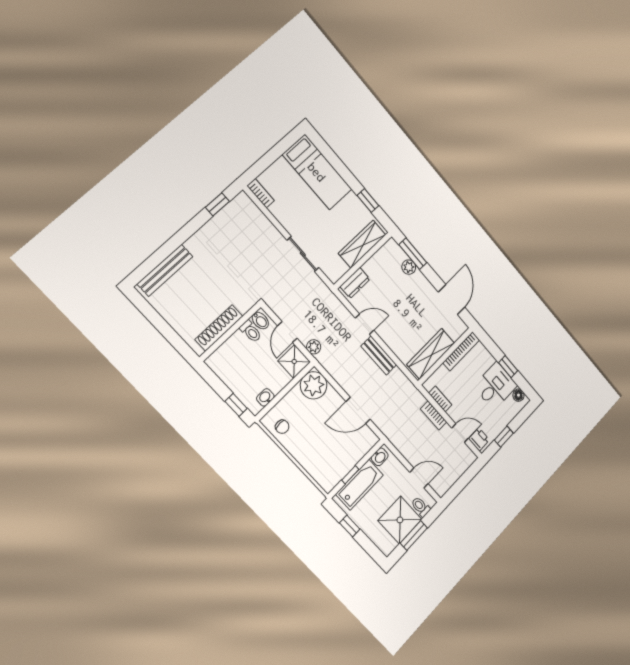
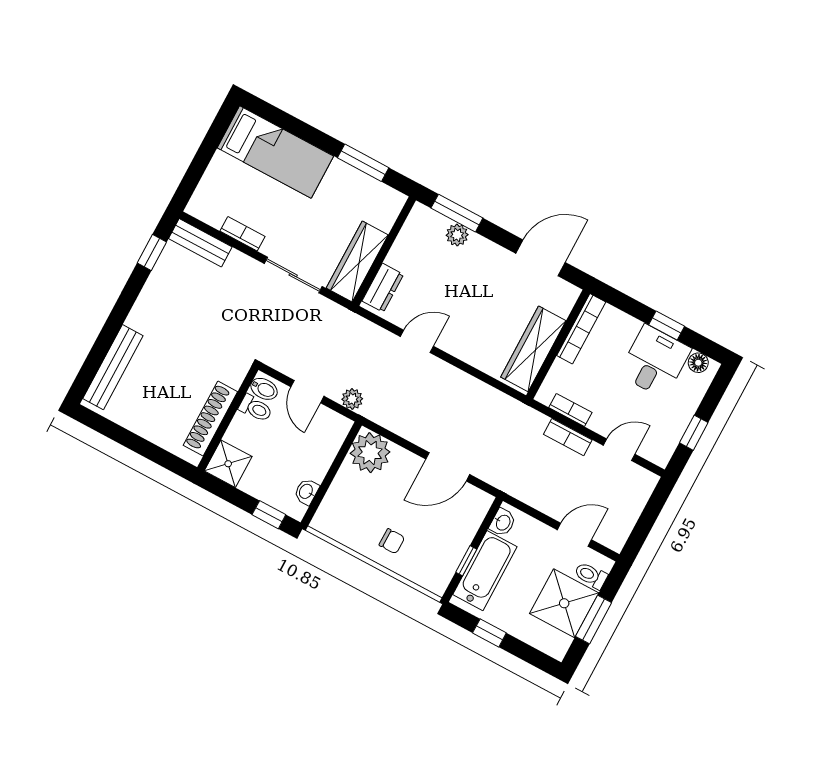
bookcase: (261, 193) -> (243, 234), moved
window: (368, 201) -> (363, 163), width x1.50
wardrobe: (362, 244) -> (357, 262), moved
door: (452, 300) -> (541, 258), hinge flipped
bench: (379, 355) -> (200, 243), moved
shower: (294, 361) -> (228, 464), moved
chair: (282, 427) -> (392, 541), moved
printer: (479, 439) -> (654, 449), removed

